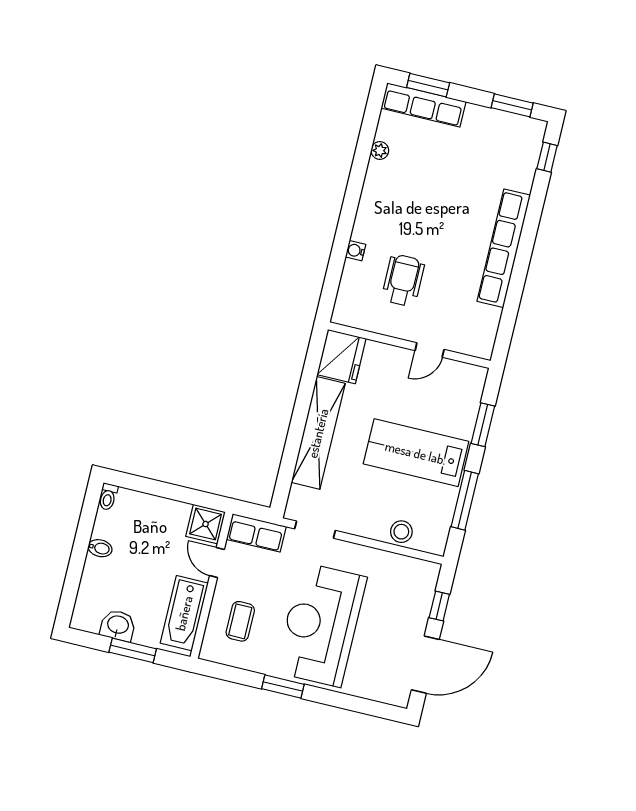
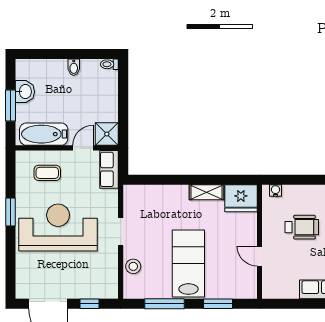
water cooler: (356, 251) -> (276, 190), moved
shelving: (318, 433) -> (206, 192), width x0.45, depth x0.75
doorway: (315, 530) -> (121, 232), moved

